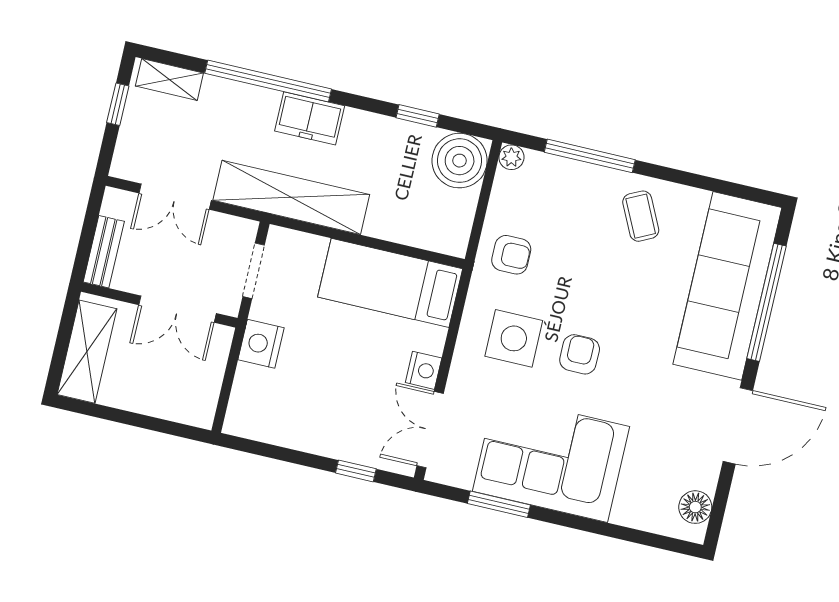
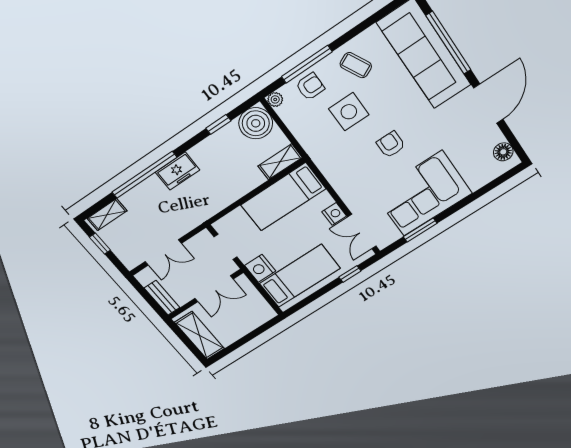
shelving: (291, 197) -> (280, 162), moved, width x0.45, depth x0.75
armchair: (511, 255) -> (310, 87), moved
side table: (514, 338) -> (349, 112), moved
bed: (295, 407) -> (300, 276), added

